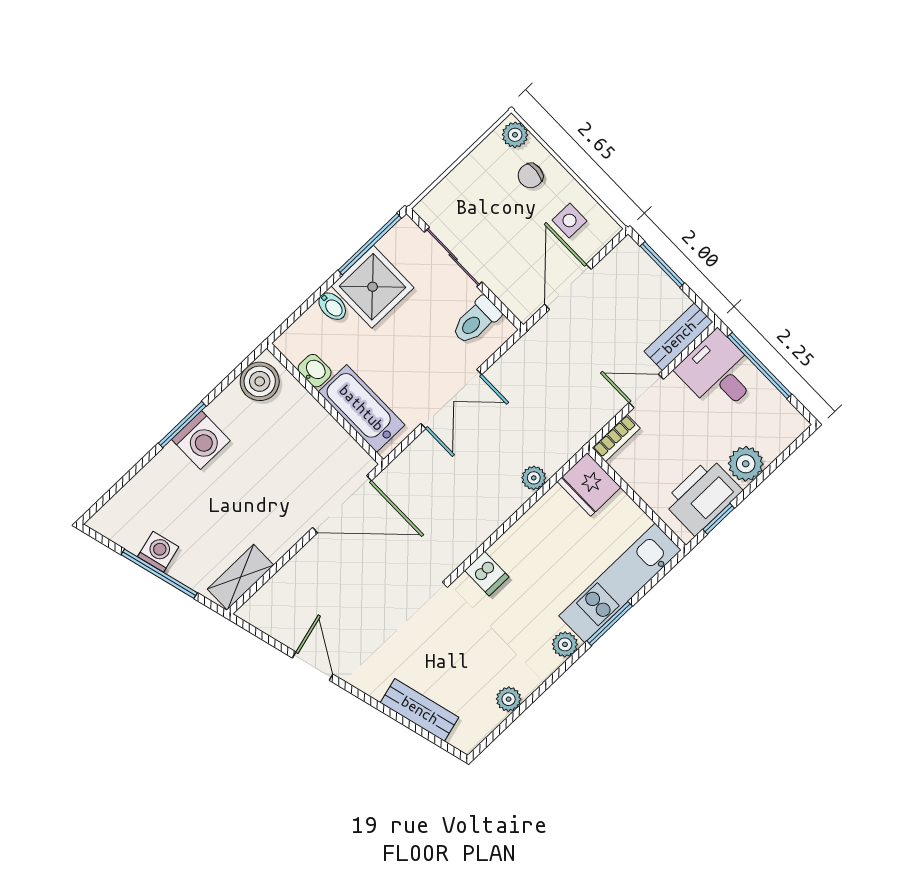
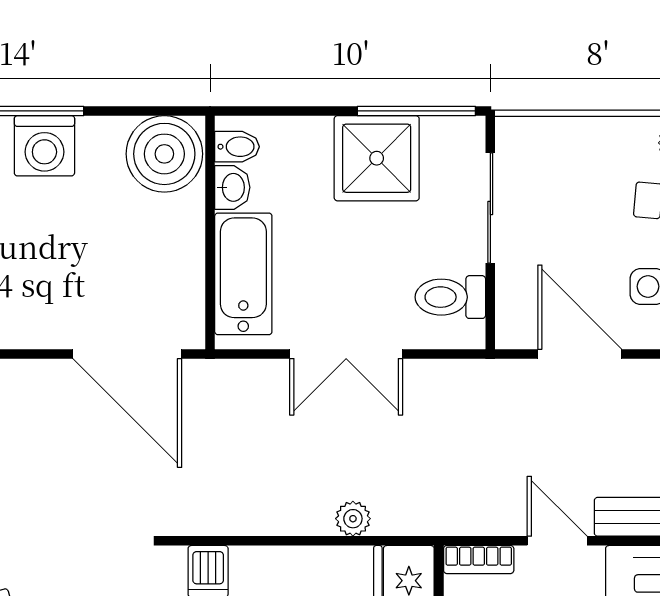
door: (568, 287) -> (580, 354), hinge flipped
bidet: (332, 306) -> (237, 147), moved, turned -90
boiler: (260, 381) -> (164, 154), width x1.37, depth x1.37

